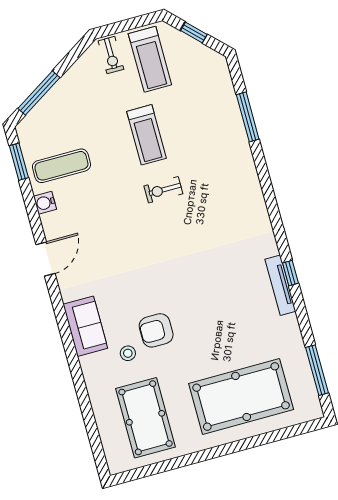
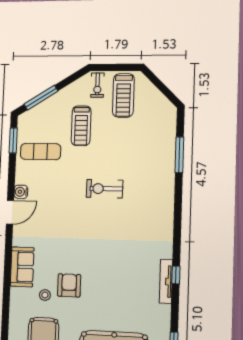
window: (194, 32) -> (160, 85), removed
treadmill: (147, 135) -> (81, 126), moved
exercise bike: (163, 190) -> (105, 189), width x1.38, depth x1.39
water cooler: (45, 203) -> (21, 192), moved
armchair: (156, 330) -> (69, 285), turned 90

